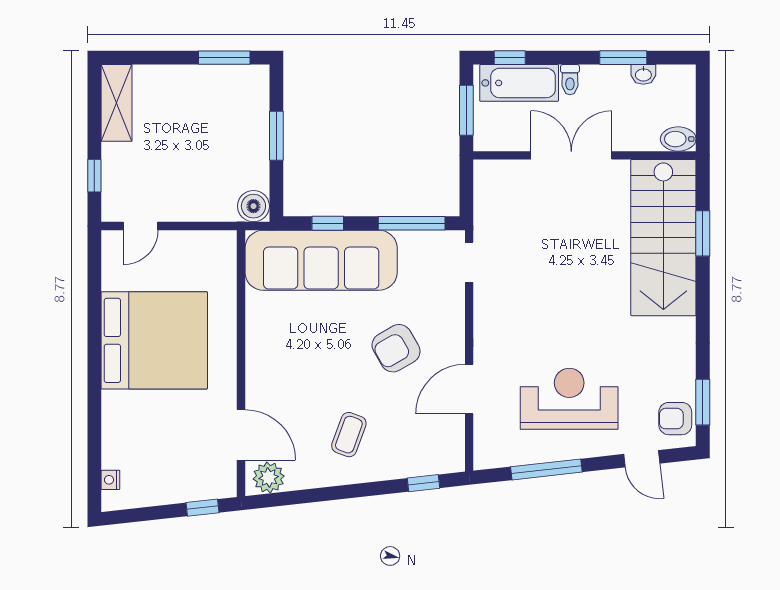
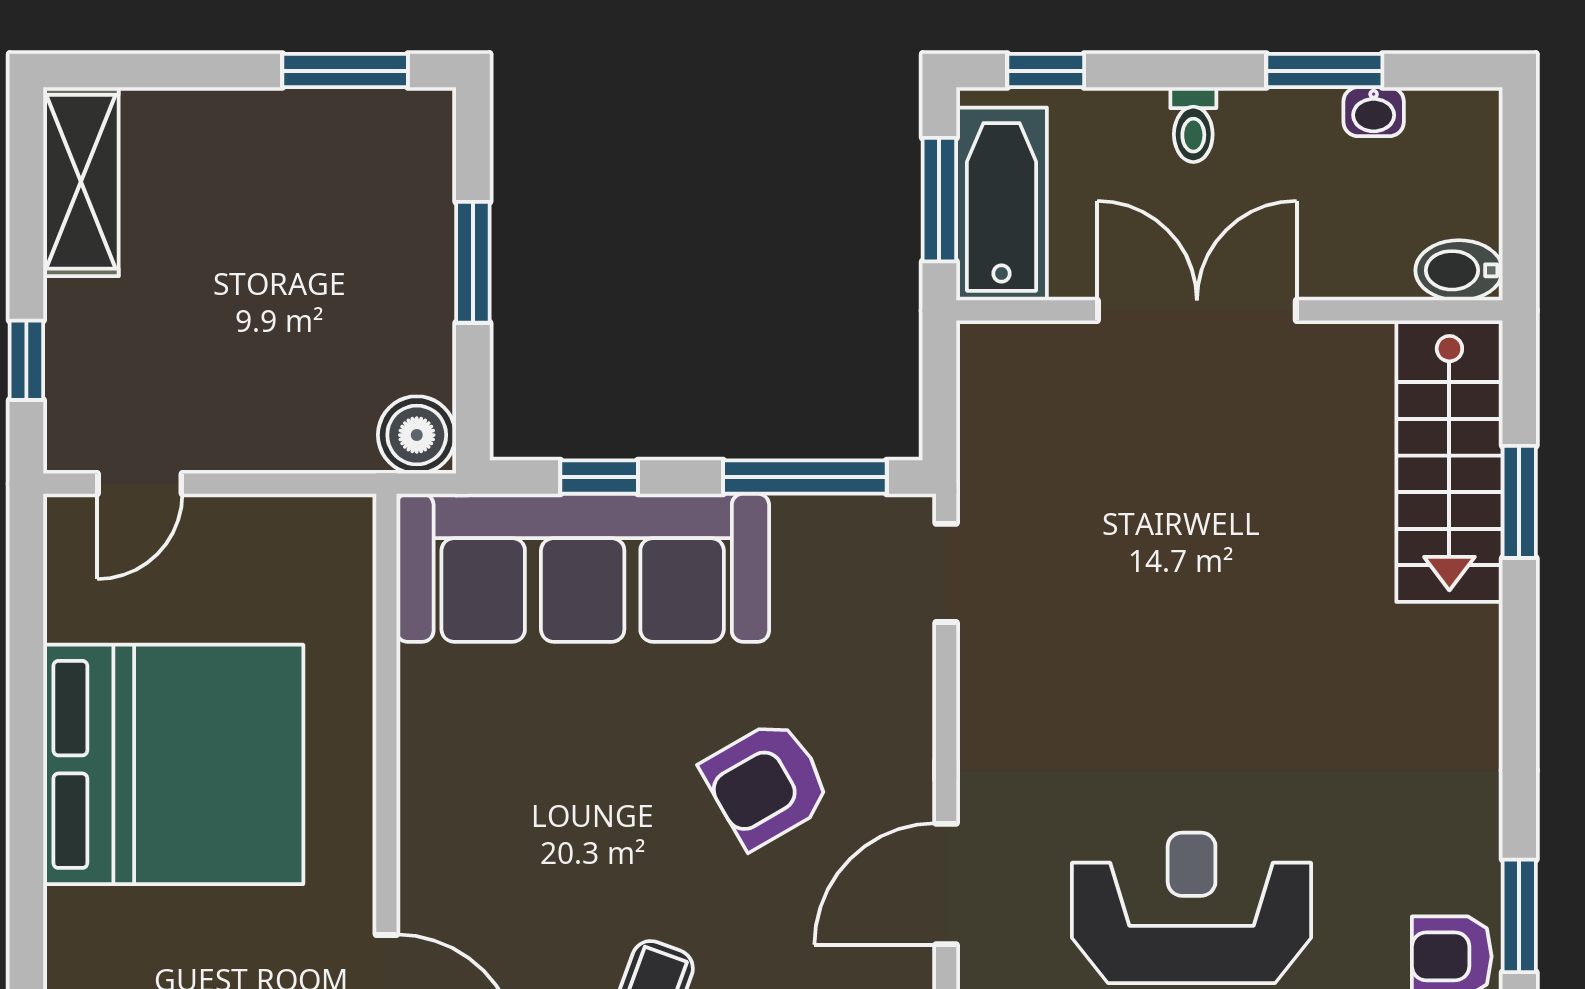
bathtub: (519, 83) -> (1002, 204), moved, turned -90
stairs: (663, 238) -> (1449, 461), width x0.73, depth x0.66

